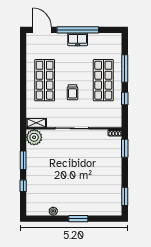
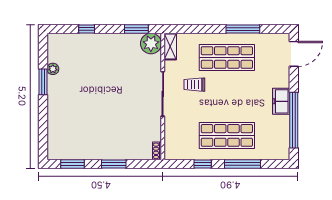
window: (78, 30) -> (294, 120), moved
window: (23, 68) -> (243, 29), added
trolley: (72, 92) -> (194, 85), moved
window: (125, 148) -> (114, 164), moved
window: (23, 160) -> (136, 29), moved
window: (78, 219) -> (43, 82), moved

